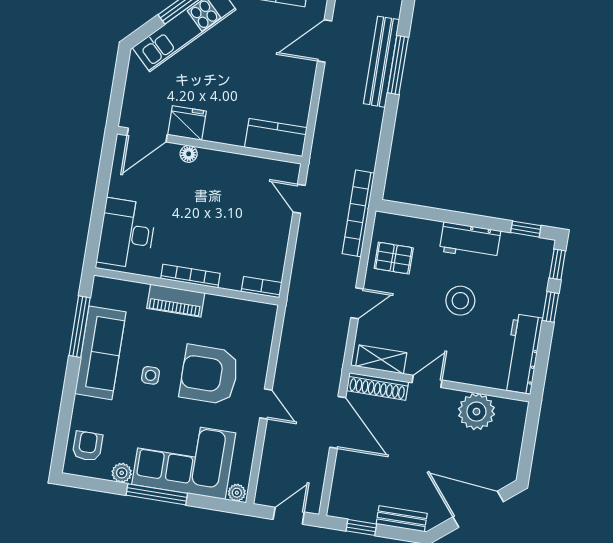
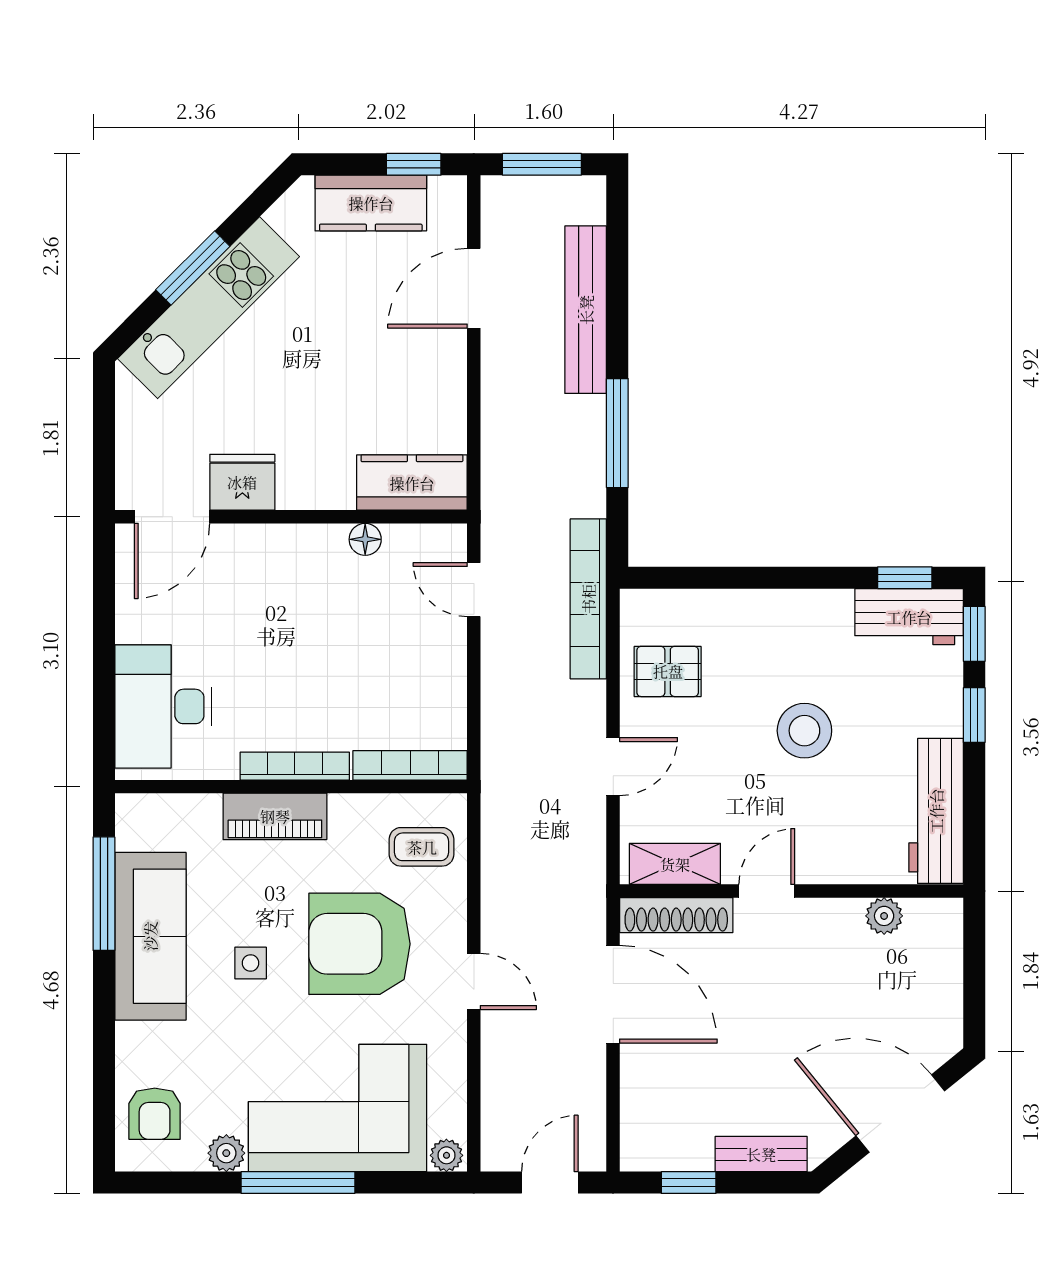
window: (398, 65) -> (617, 433), moved
floor lamp: (189, 154) -> (365, 539), moved
workbench: (470, 241) -> (909, 617), moved
bookcase: (262, 287) -> (410, 765), width x1.56
coffee table: (250, 329) -> (422, 847), added
plant: (476, 412) -> (884, 916), width x0.53, depth x0.53
armchair: (88, 446) -> (155, 1114), turned 180

